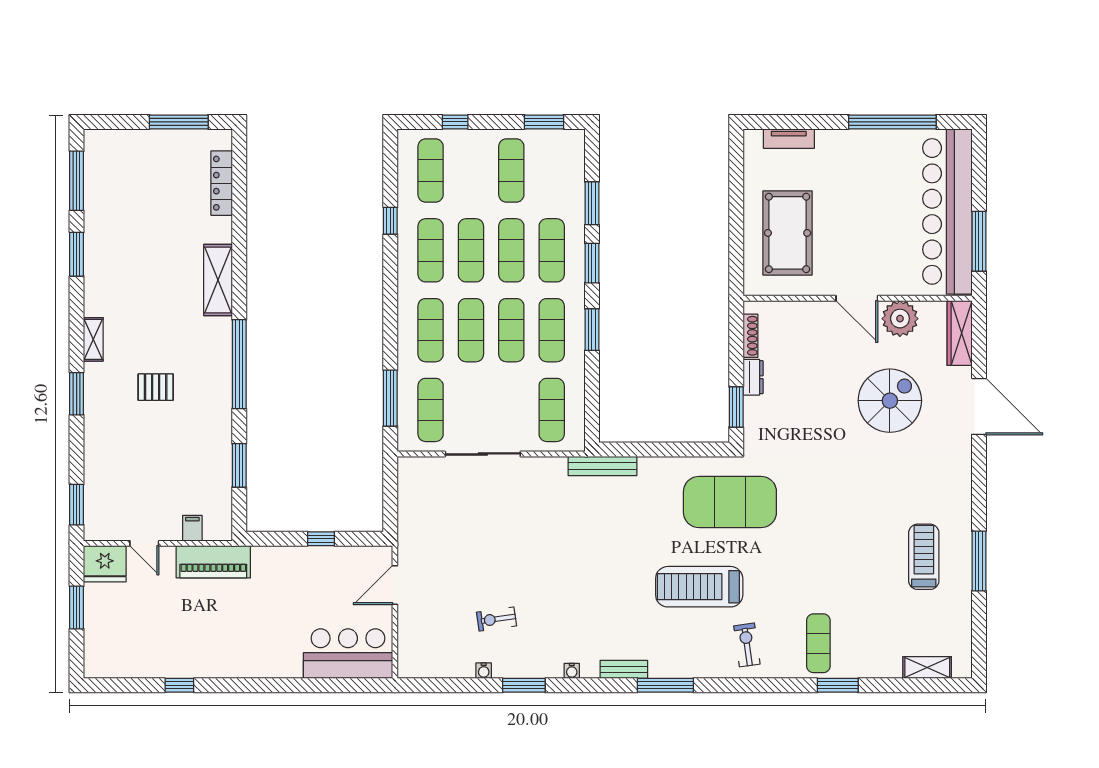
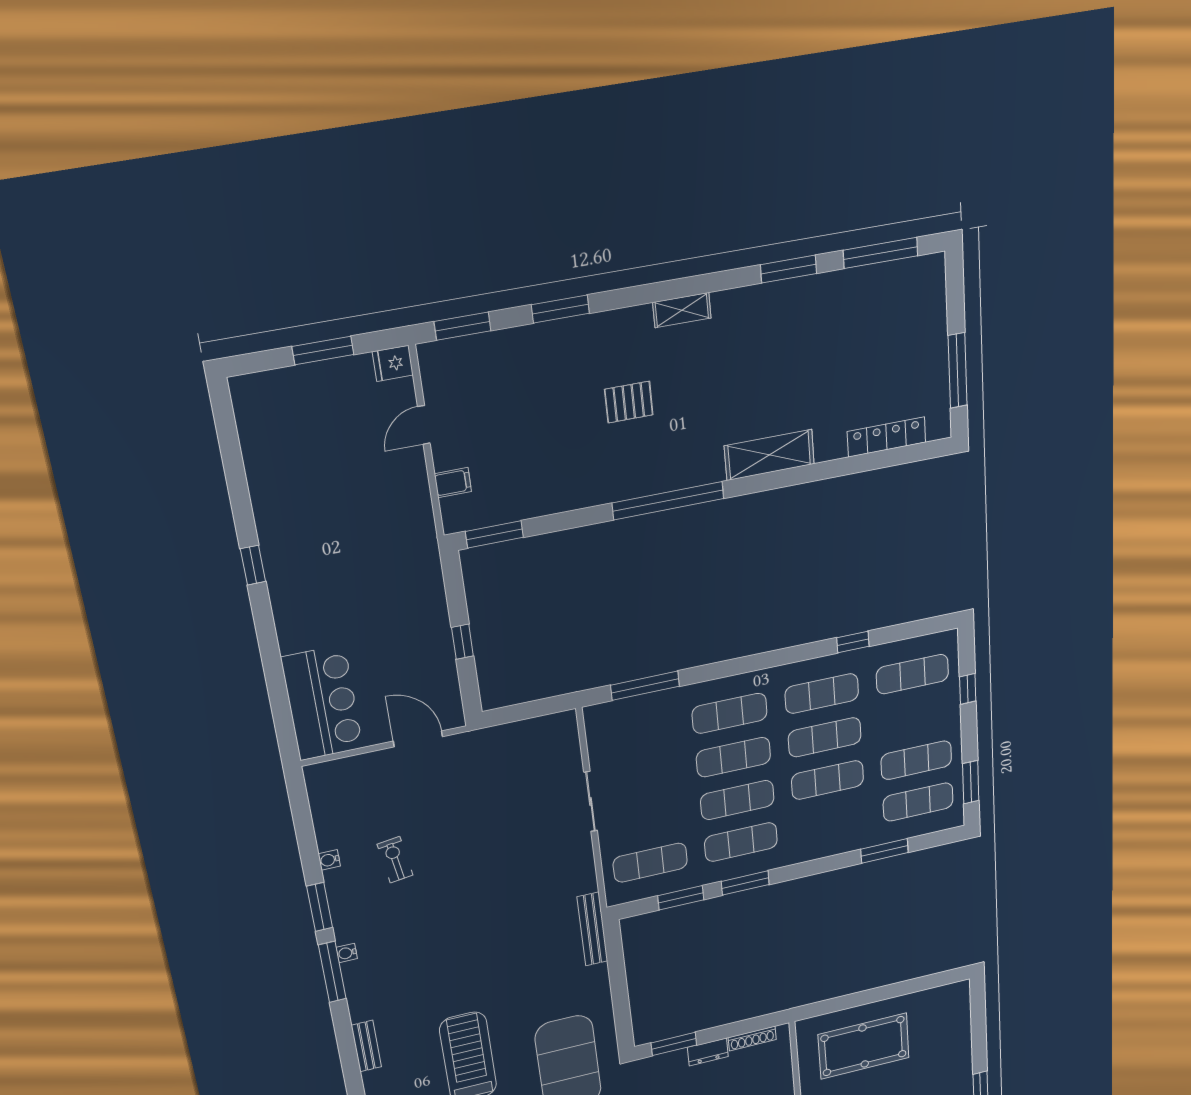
tv unit: (789, 139) -> (961, 1023), removed
exercise mat: (552, 250) -> (918, 802), moved
window: (592, 263) -> (681, 898), moved
pallet: (156, 387) -> (629, 402), turned 90
window: (77, 394) -> (560, 309), moved
exercise mat: (431, 410) -> (636, 733), removed
sliding door: (483, 454) -> (590, 801), width x0.73
window: (239, 465) -> (494, 534), moved
piano: (213, 562) -> (413, 517), removed
fridge: (105, 564) -> (393, 363), width x0.53, depth x0.75
bench: (624, 669) -> (366, 1046), moved
window: (179, 685) -> (253, 565), moved
window: (665, 685) -> (332, 972), moved

